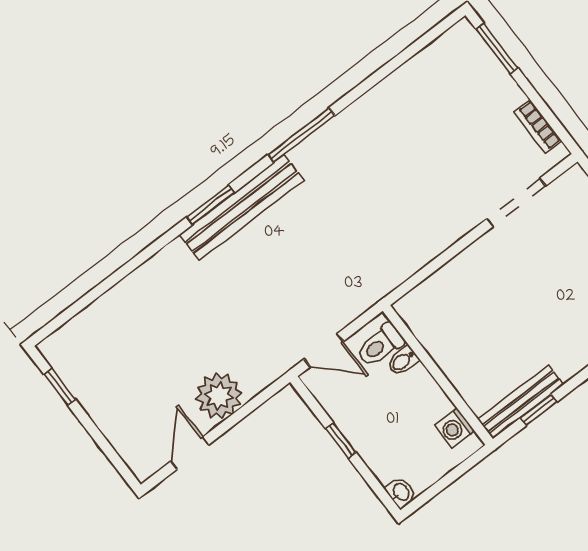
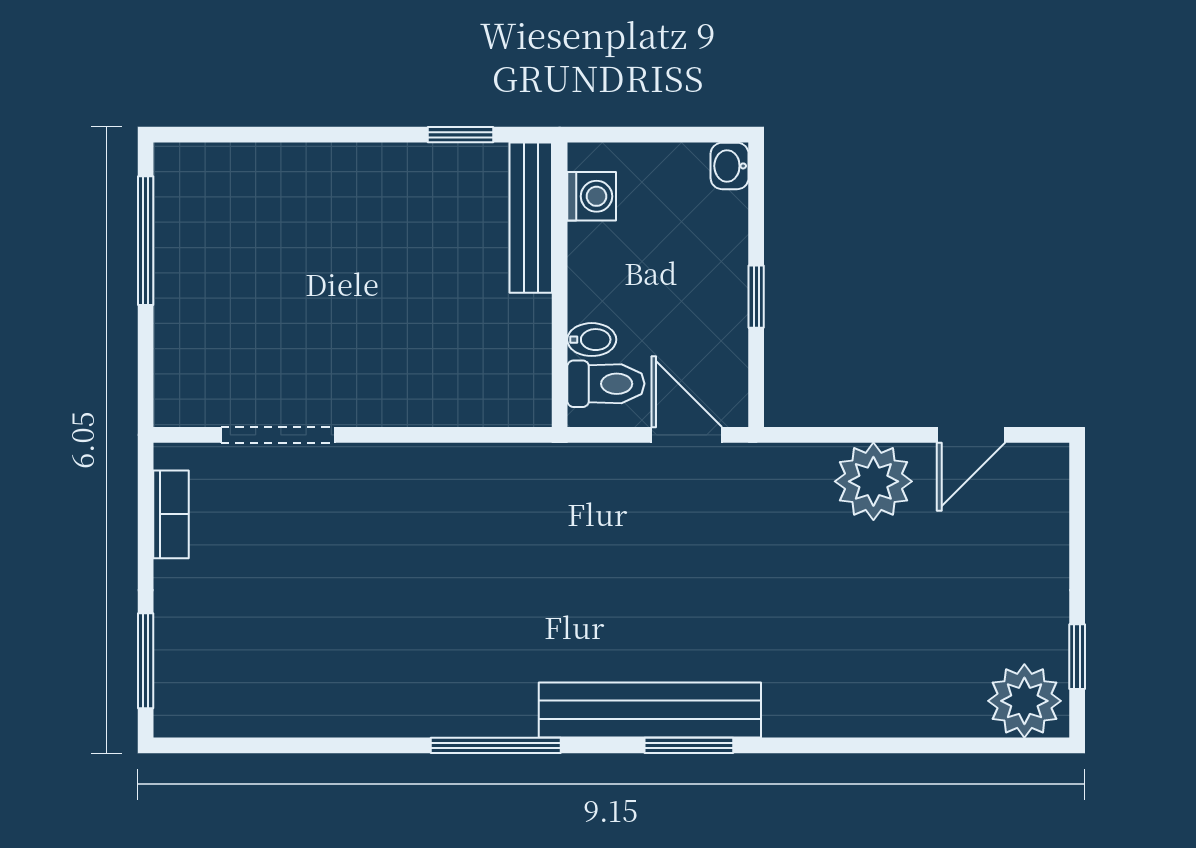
plant: (68, 347) -> (1024, 701), added
bench: (521, 402) -> (531, 218), moved, turned 90

